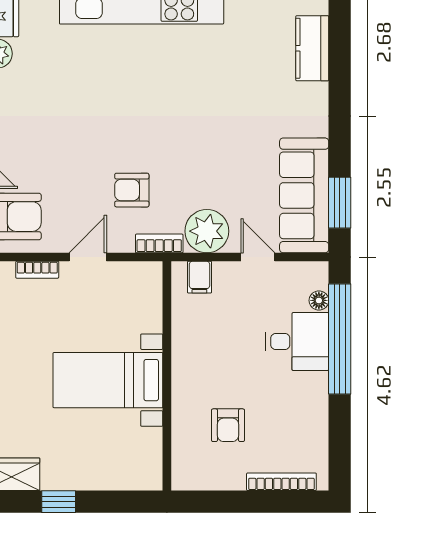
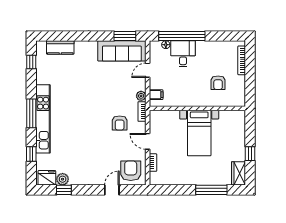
plant: (207, 231) -> (141, 96), width x0.53, depth x0.53
armchair: (228, 425) -> (218, 83), turned 90

